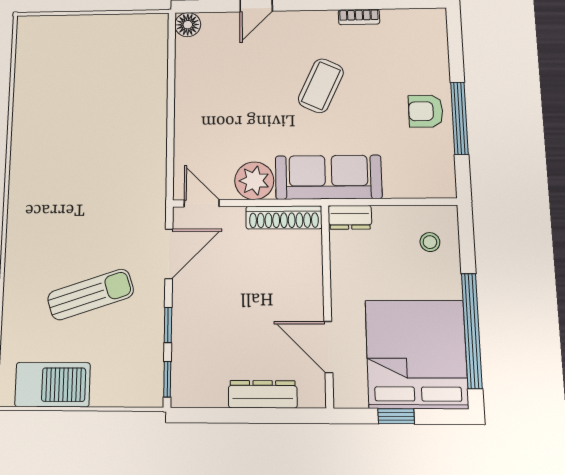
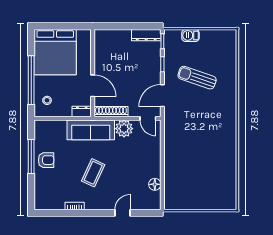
floor lamp: (188, 25) -> (155, 184), moved
sun lounger: (91, 294) -> (197, 78), turned 37
window: (472, 331) -> (31, 80), moved
door: (328, 347) -> (93, 86), moved
barbecue: (53, 385) -> (190, 35), moved, width x0.53, depth x0.65
dresser: (263, 394) -> (146, 35), moved
window: (396, 416) -> (65, 26), removed

